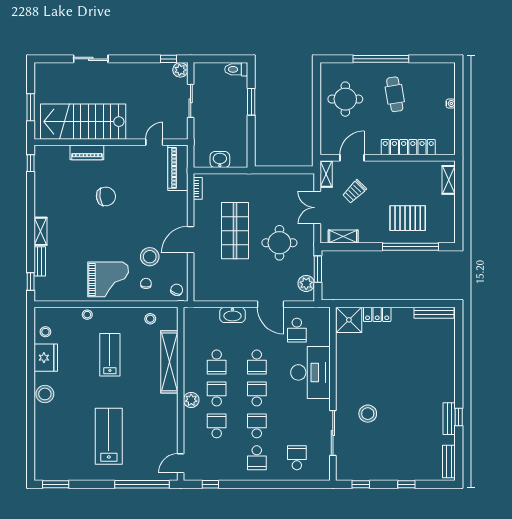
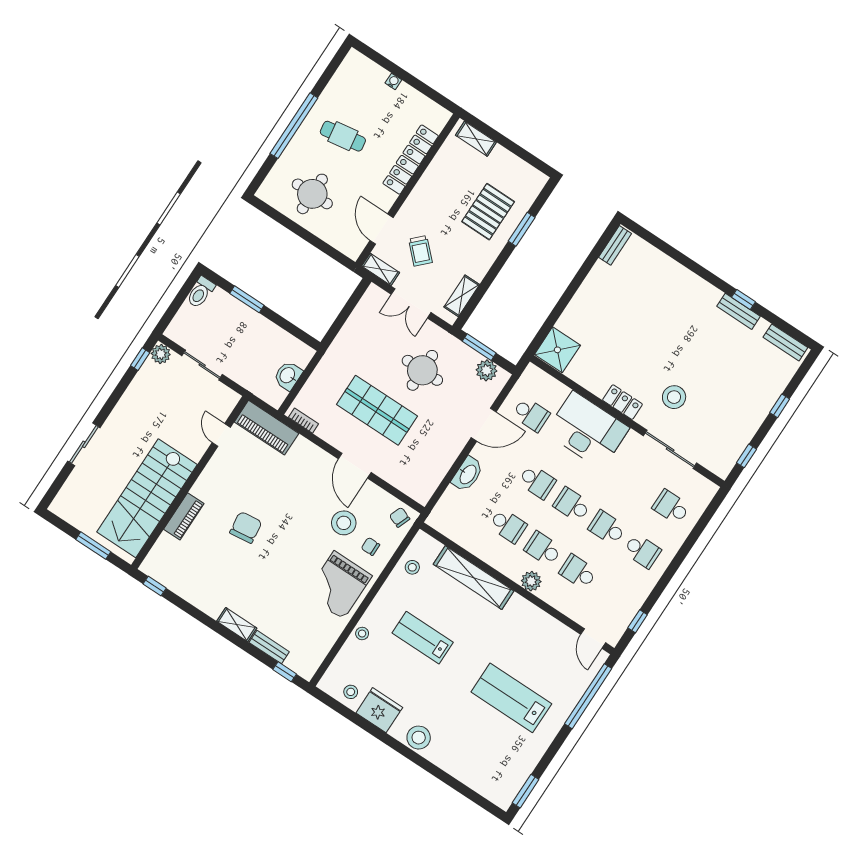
window: (410, 247) -> (522, 229), width x0.47
grand piano: (108, 279) -> (339, 585), turned 180
bench: (434, 313) -> (615, 245), width x0.73
locker: (377, 314) -> (622, 402), moved, turned -90

